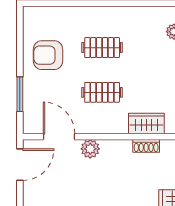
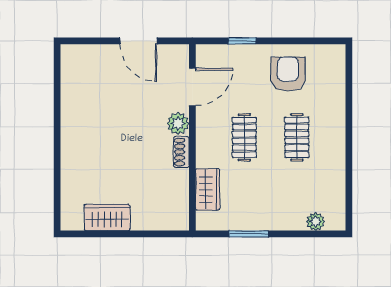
window: (20, 94) -> (242, 41), width x0.67
shoe rack: (146, 146) -> (181, 152), moved
door: (20, 165) -> (138, 41), moved

